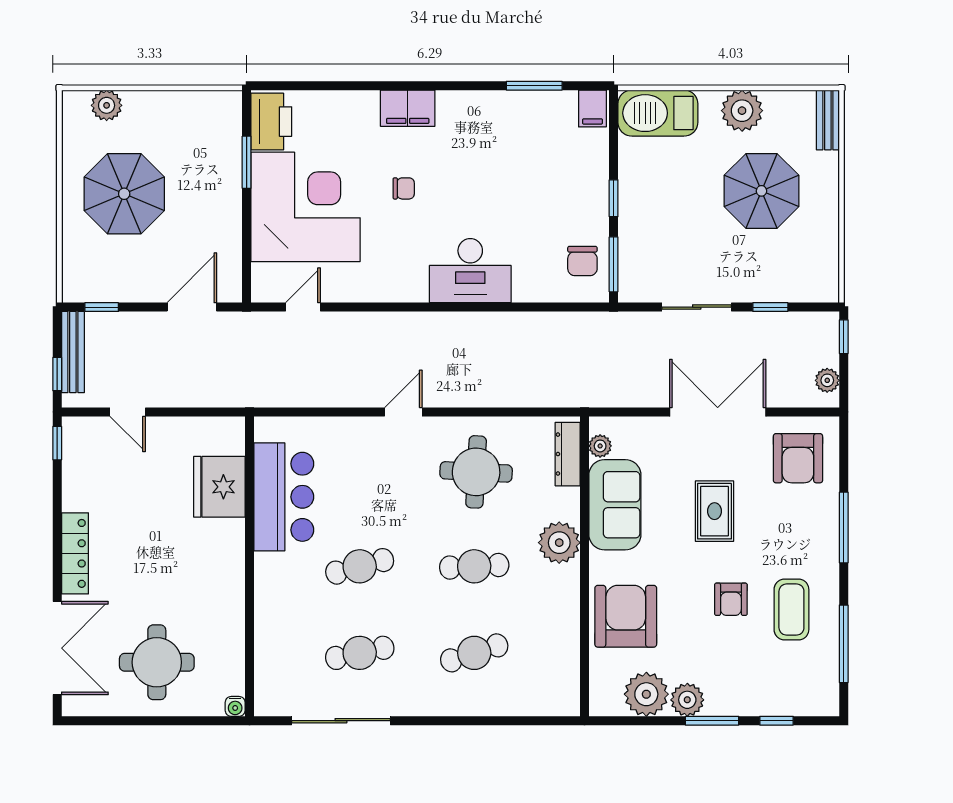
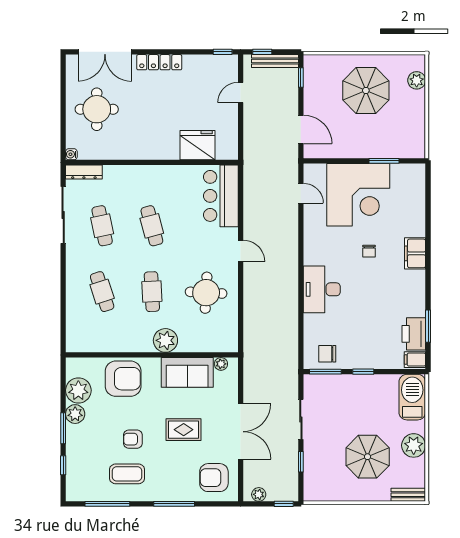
printer: (271, 122) -> (414, 334), moved, turned 90
dresser: (568, 454) -> (84, 172), moved, turned 180
bar counter: (284, 497) -> (221, 196), moved, turned 90

